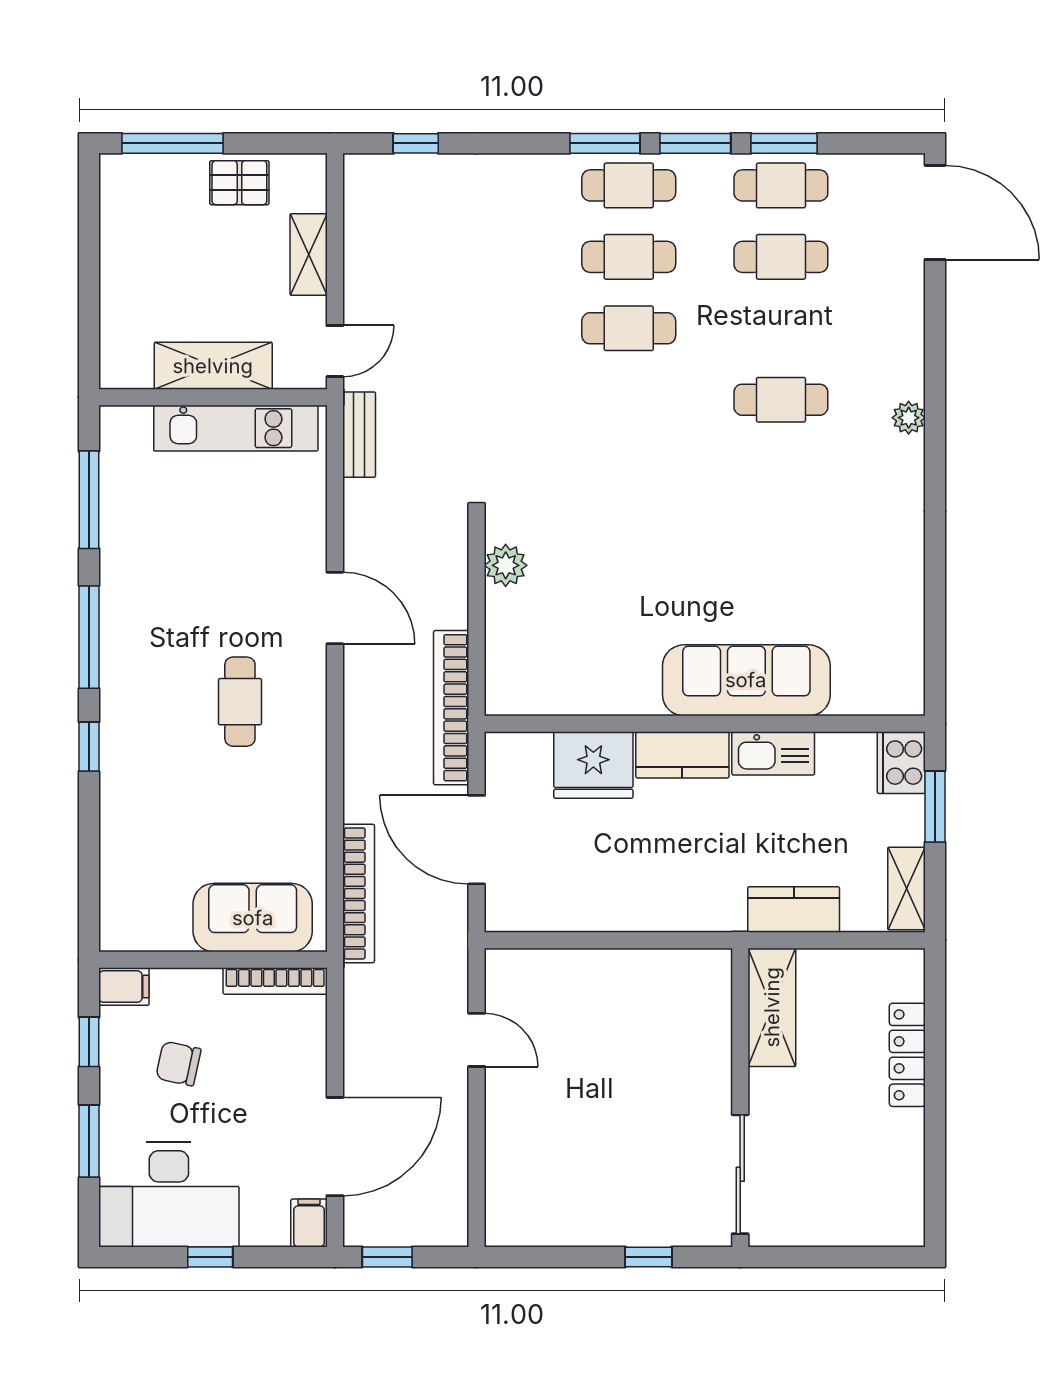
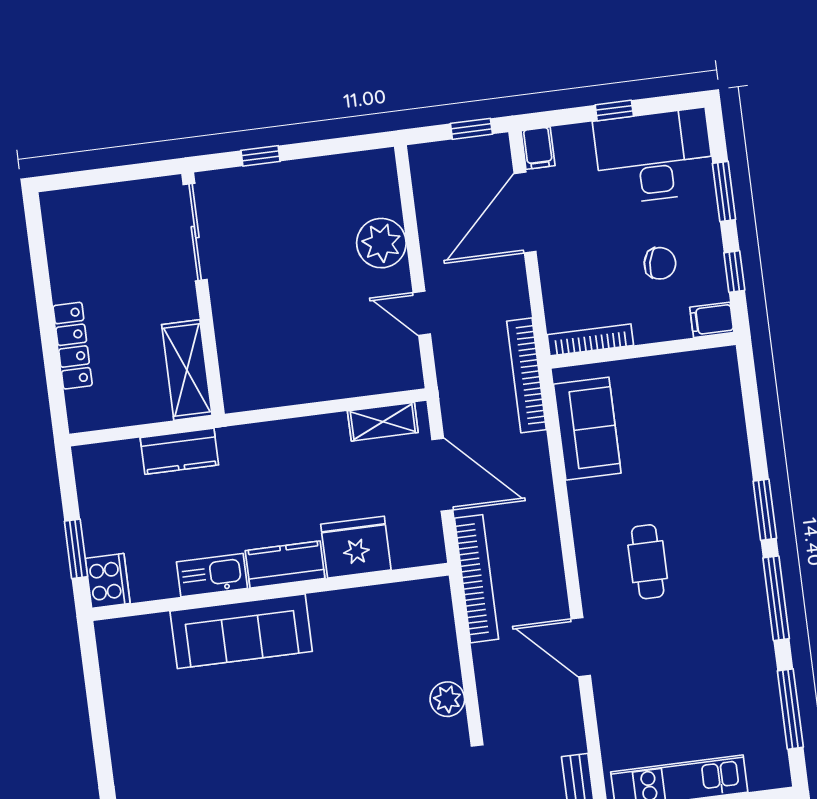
window: (89, 747) -> (765, 510), width x1.50
shelving: (907, 889) -> (383, 422), moved, turned 90
bookcase: (359, 893) -> (527, 375), moved
sofa: (253, 918) -> (587, 429), moved, turned -90
plant: (515, 1132) -> (381, 243), added

